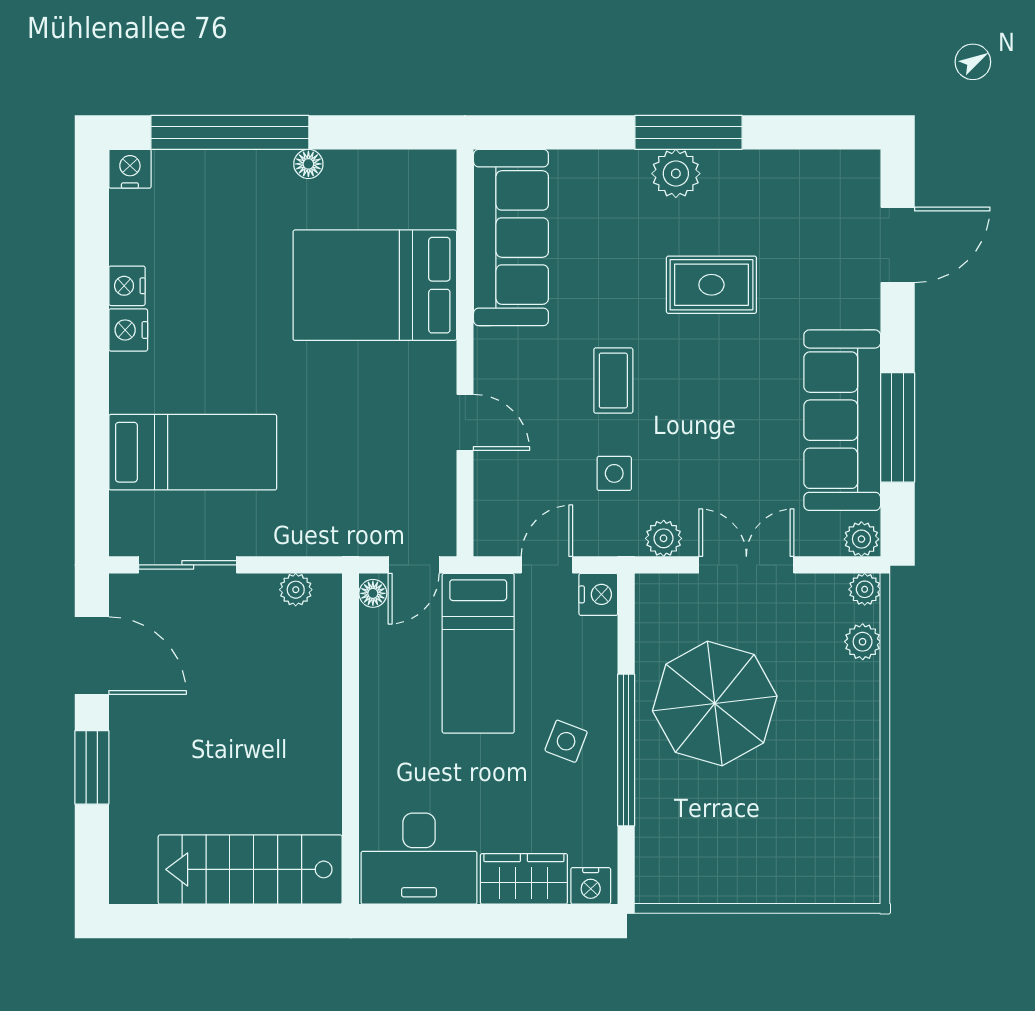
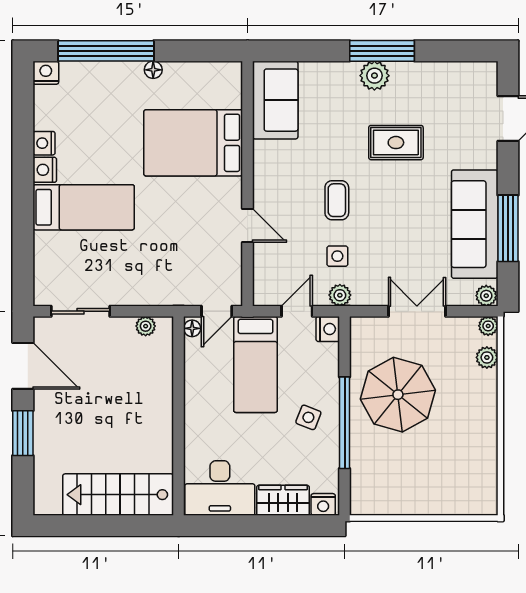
sofa: (511, 238) -> (275, 100), width x0.73
bed: (193, 452) -> (84, 207), moved
plant: (664, 538) -> (340, 295), moved

